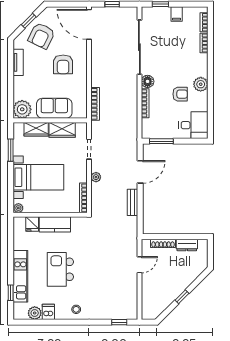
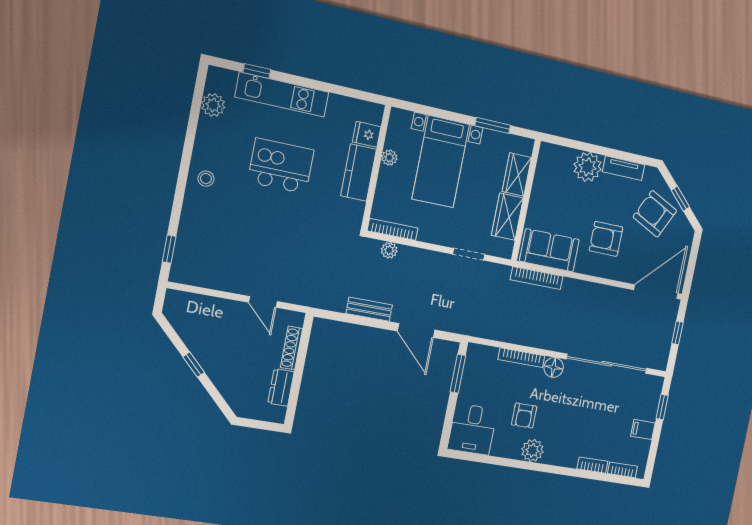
sofa: (54, 108) -> (549, 250), moved, turned -90
plant: (22, 109) -> (588, 167), moved
plant: (96, 177) -> (389, 250), moved
plant: (18, 208) -> (389, 158), moved
dishwasher: (48, 312) -> (211, 129), removed

